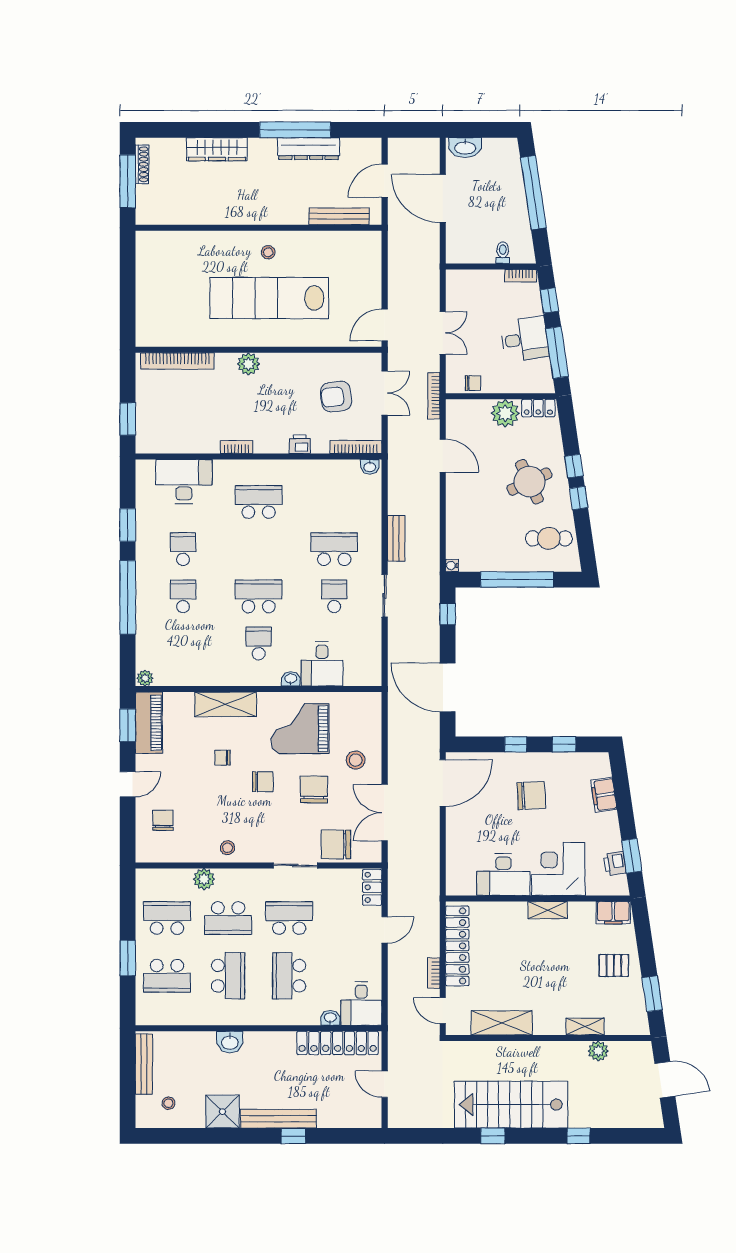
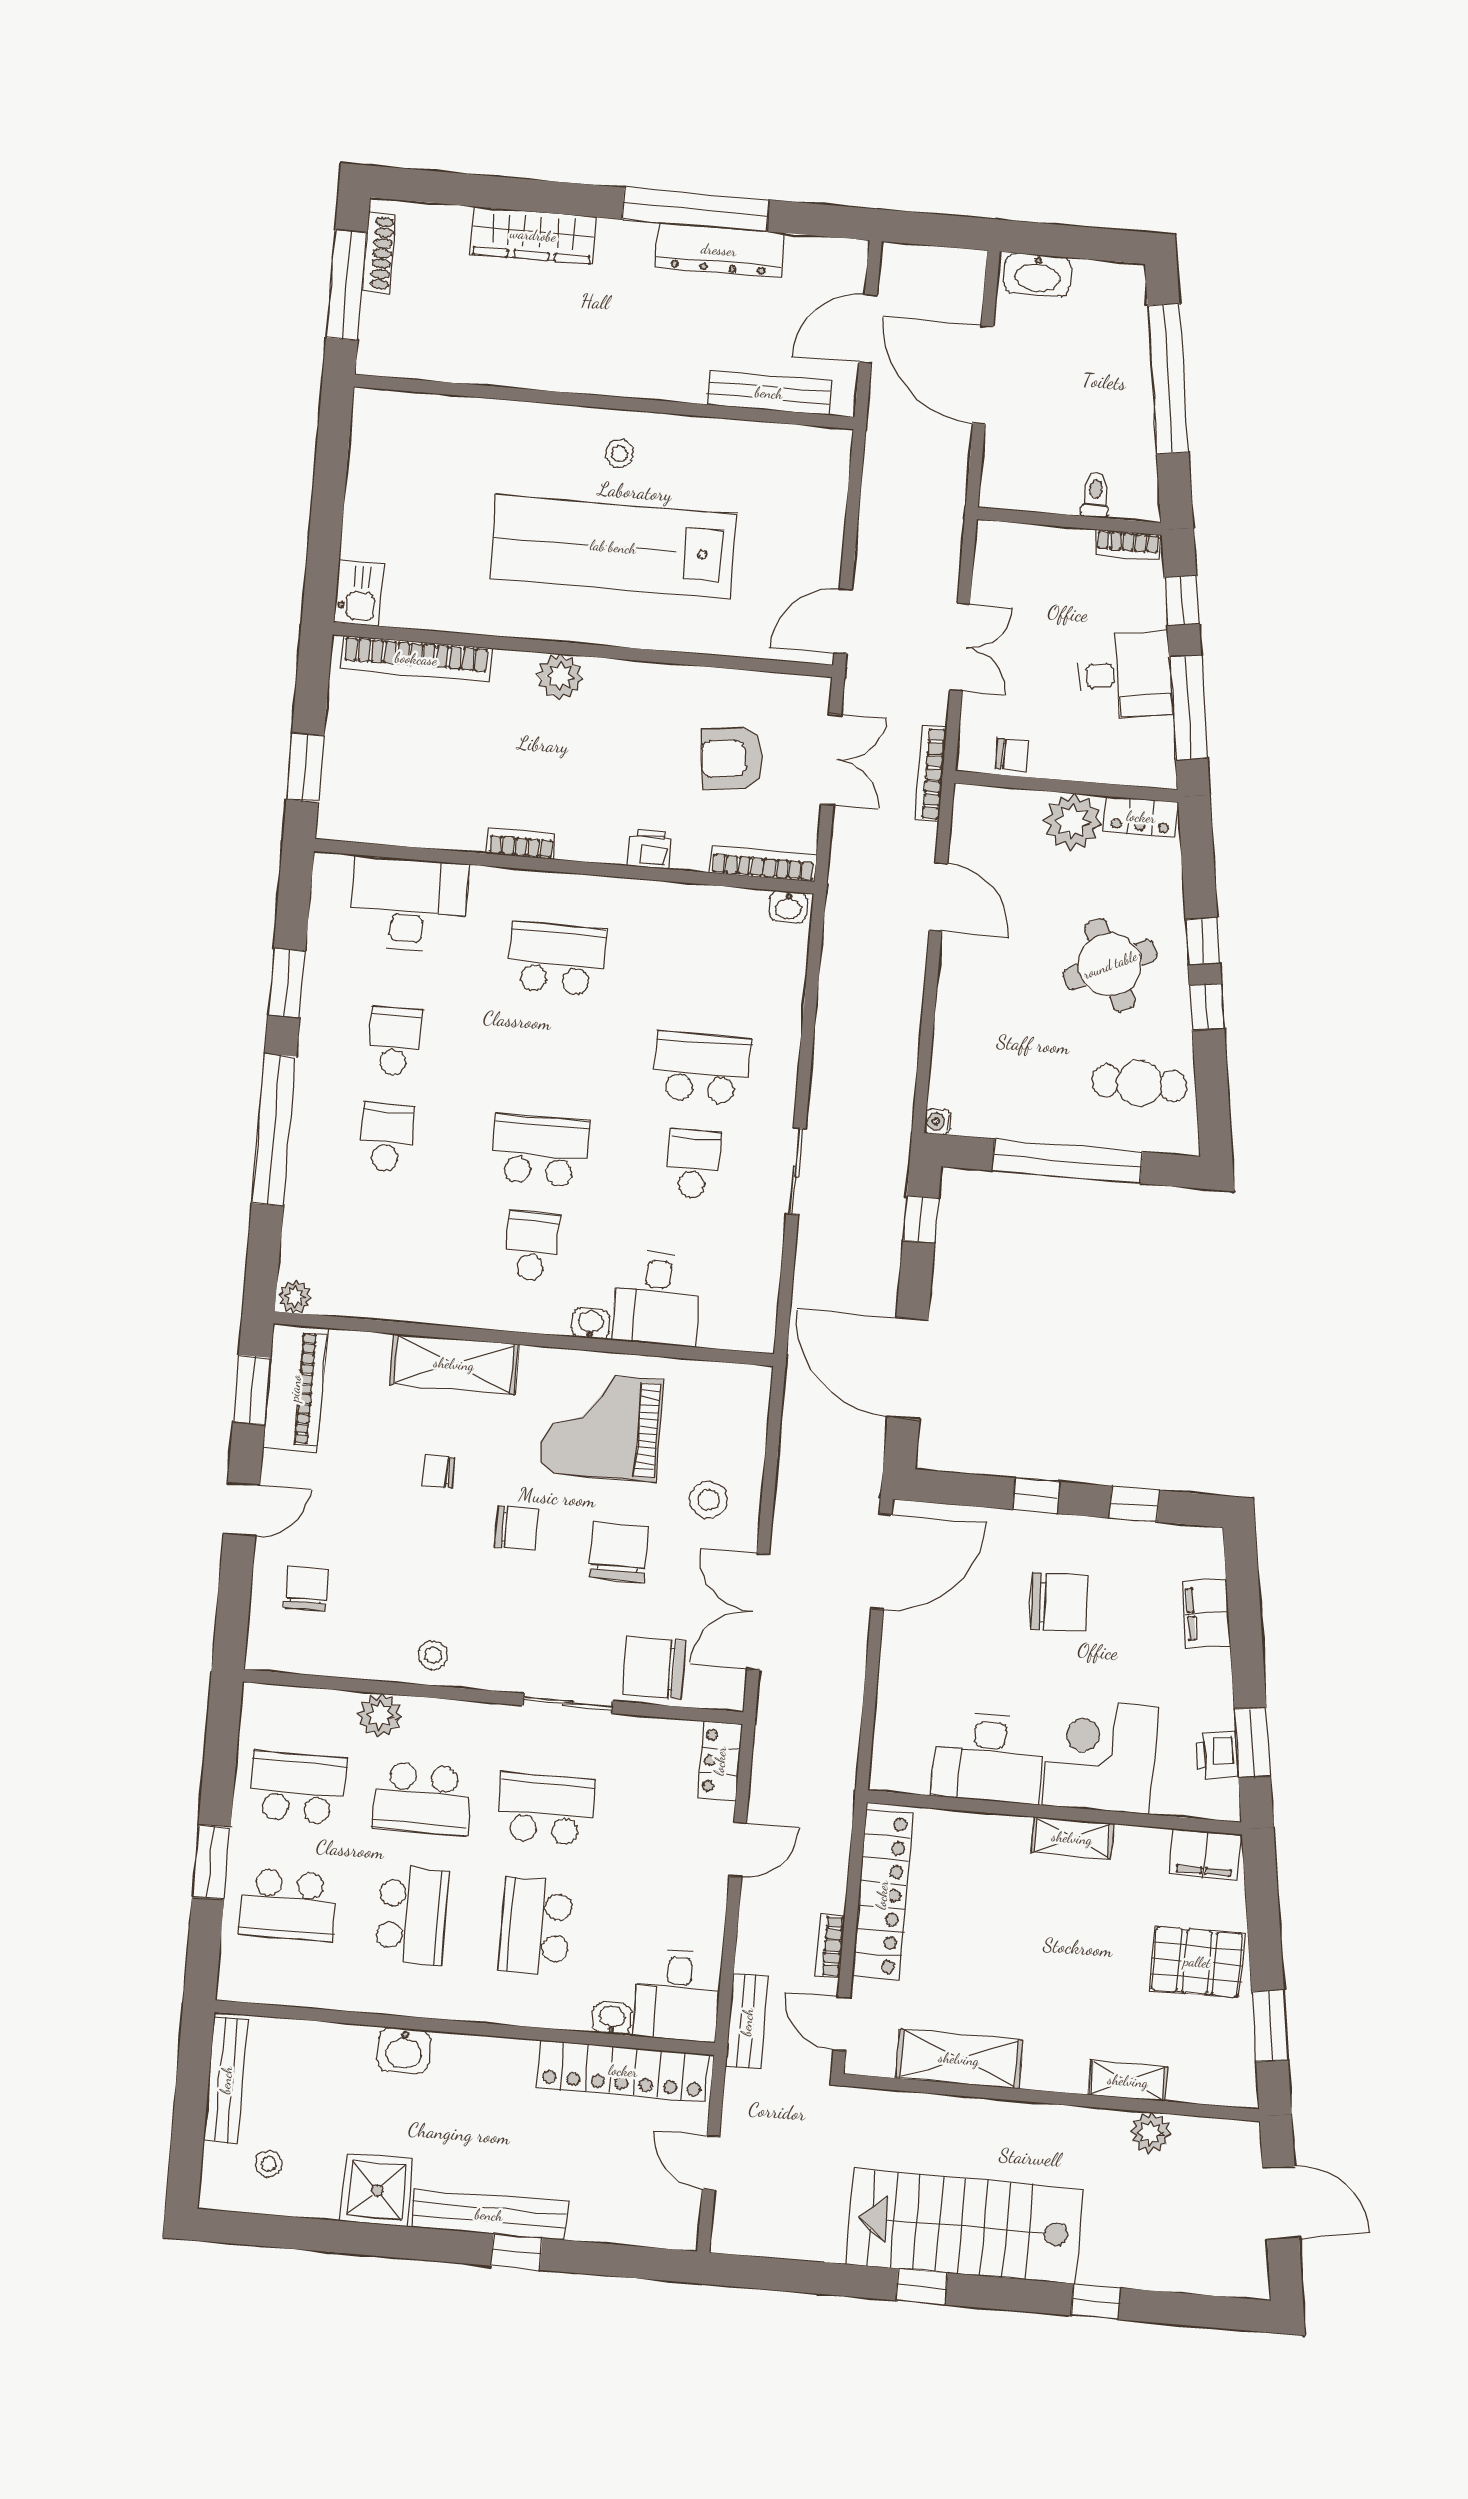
kitchen sink: (147, 332) -> (359, 593), added
bench: (396, 538) -> (747, 2022), moved
pallet: (614, 966) -> (1197, 1962), width x1.50, depth x1.42

